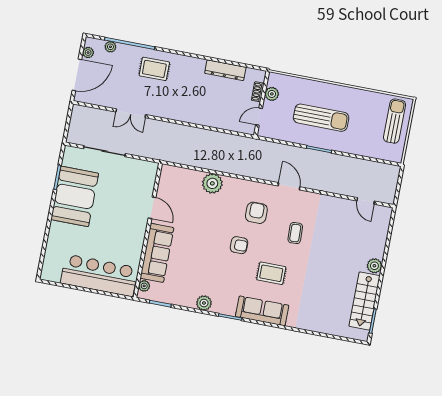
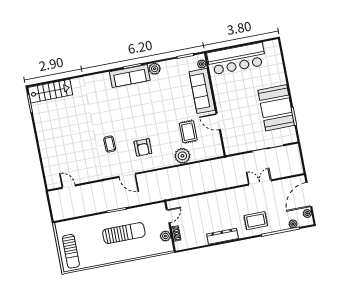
dresser: (225, 70) -> (223, 236), moved
sun lounger: (321, 118) -> (124, 233), turned 180
armchair: (239, 245) -> (146, 120), removed
plant: (374, 266) -> (44, 143), removed
rug: (271, 273) -> (188, 132), moved, turned 90
stairs: (365, 301) -> (50, 91), moved, turned 90
sofa: (262, 311) -> (130, 76), moved

